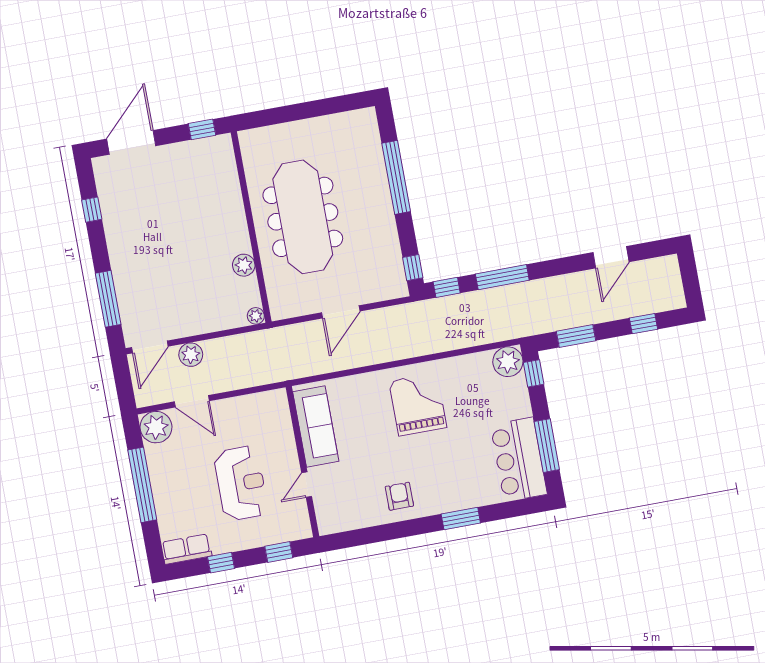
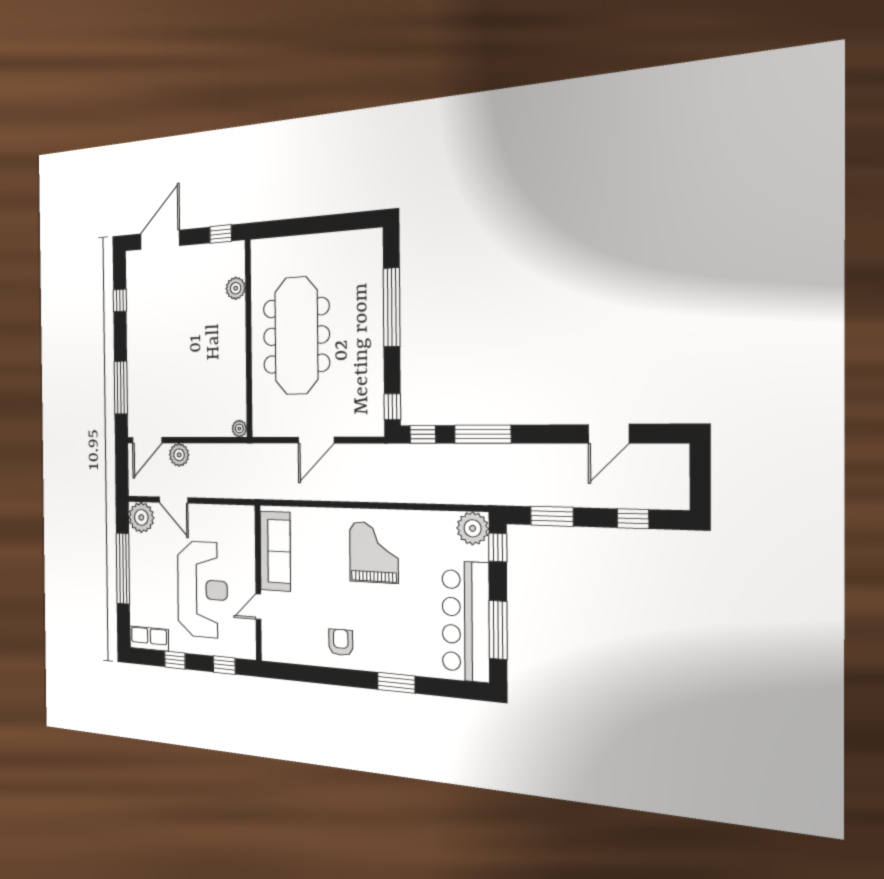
plant: (244, 265) -> (236, 288), moved
bar counter: (519, 460) -> (466, 621), width x1.36
reception desk: (241, 483) -> (202, 589), width x1.36, depth x1.30

